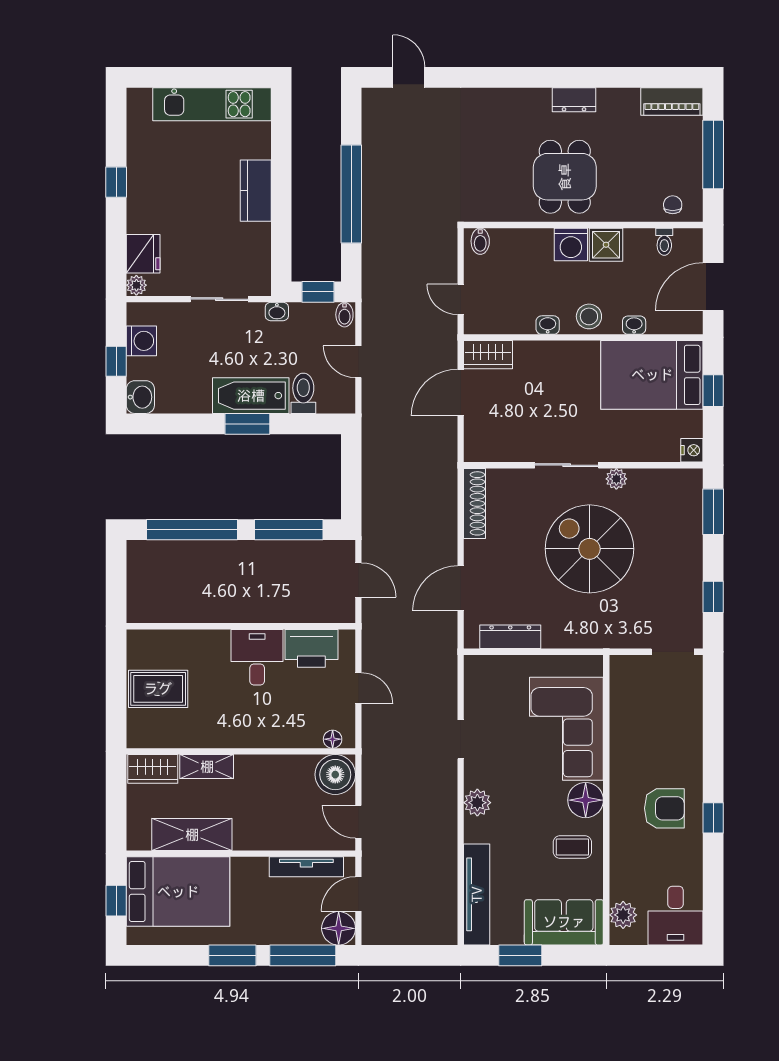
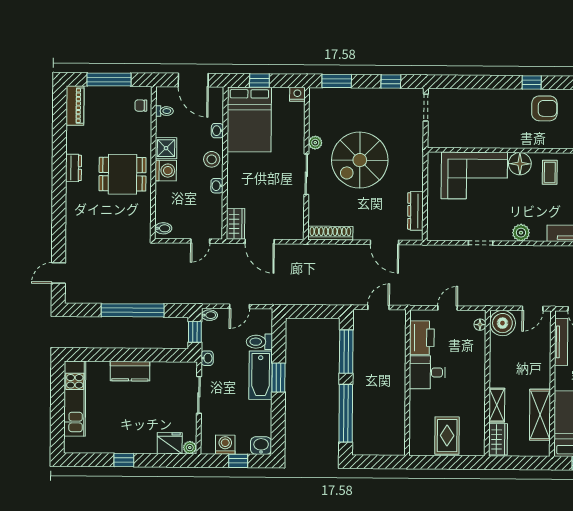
armchair: (664, 808) -> (544, 108), moved, turned 90

